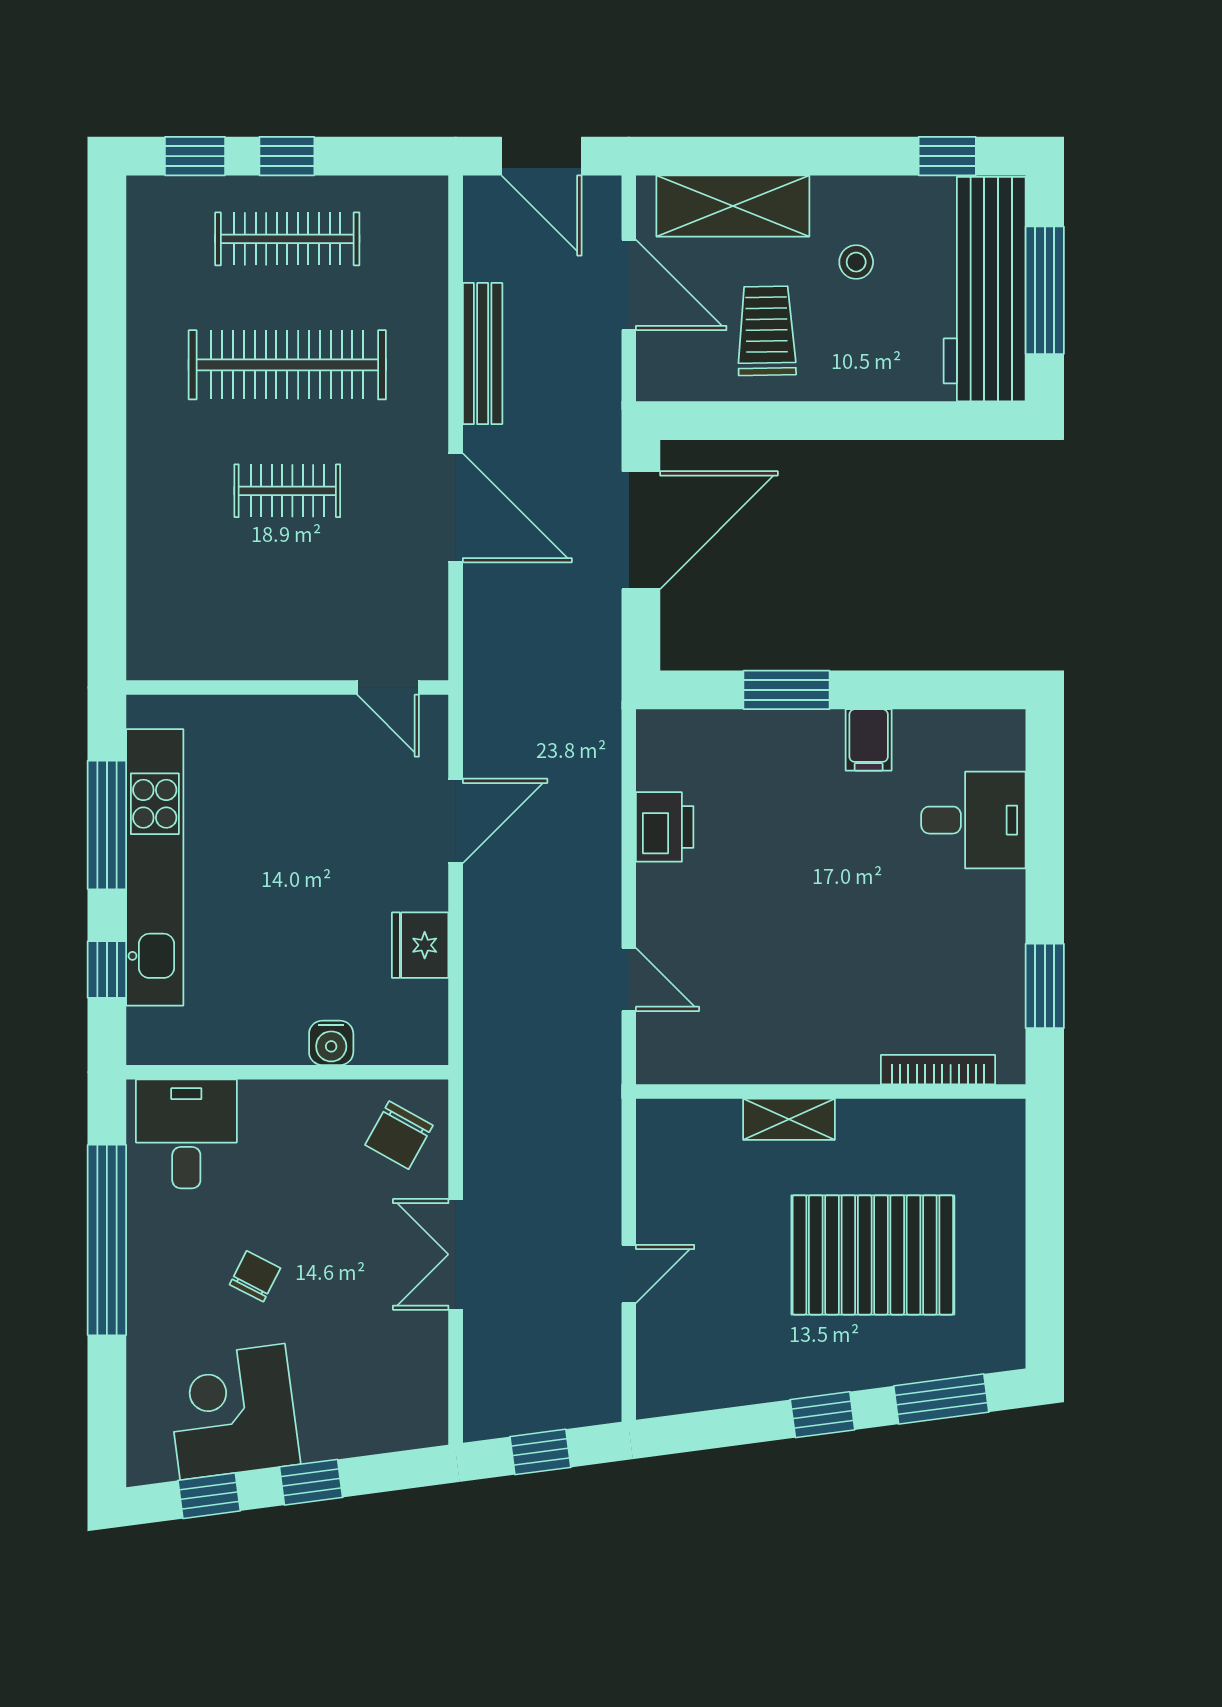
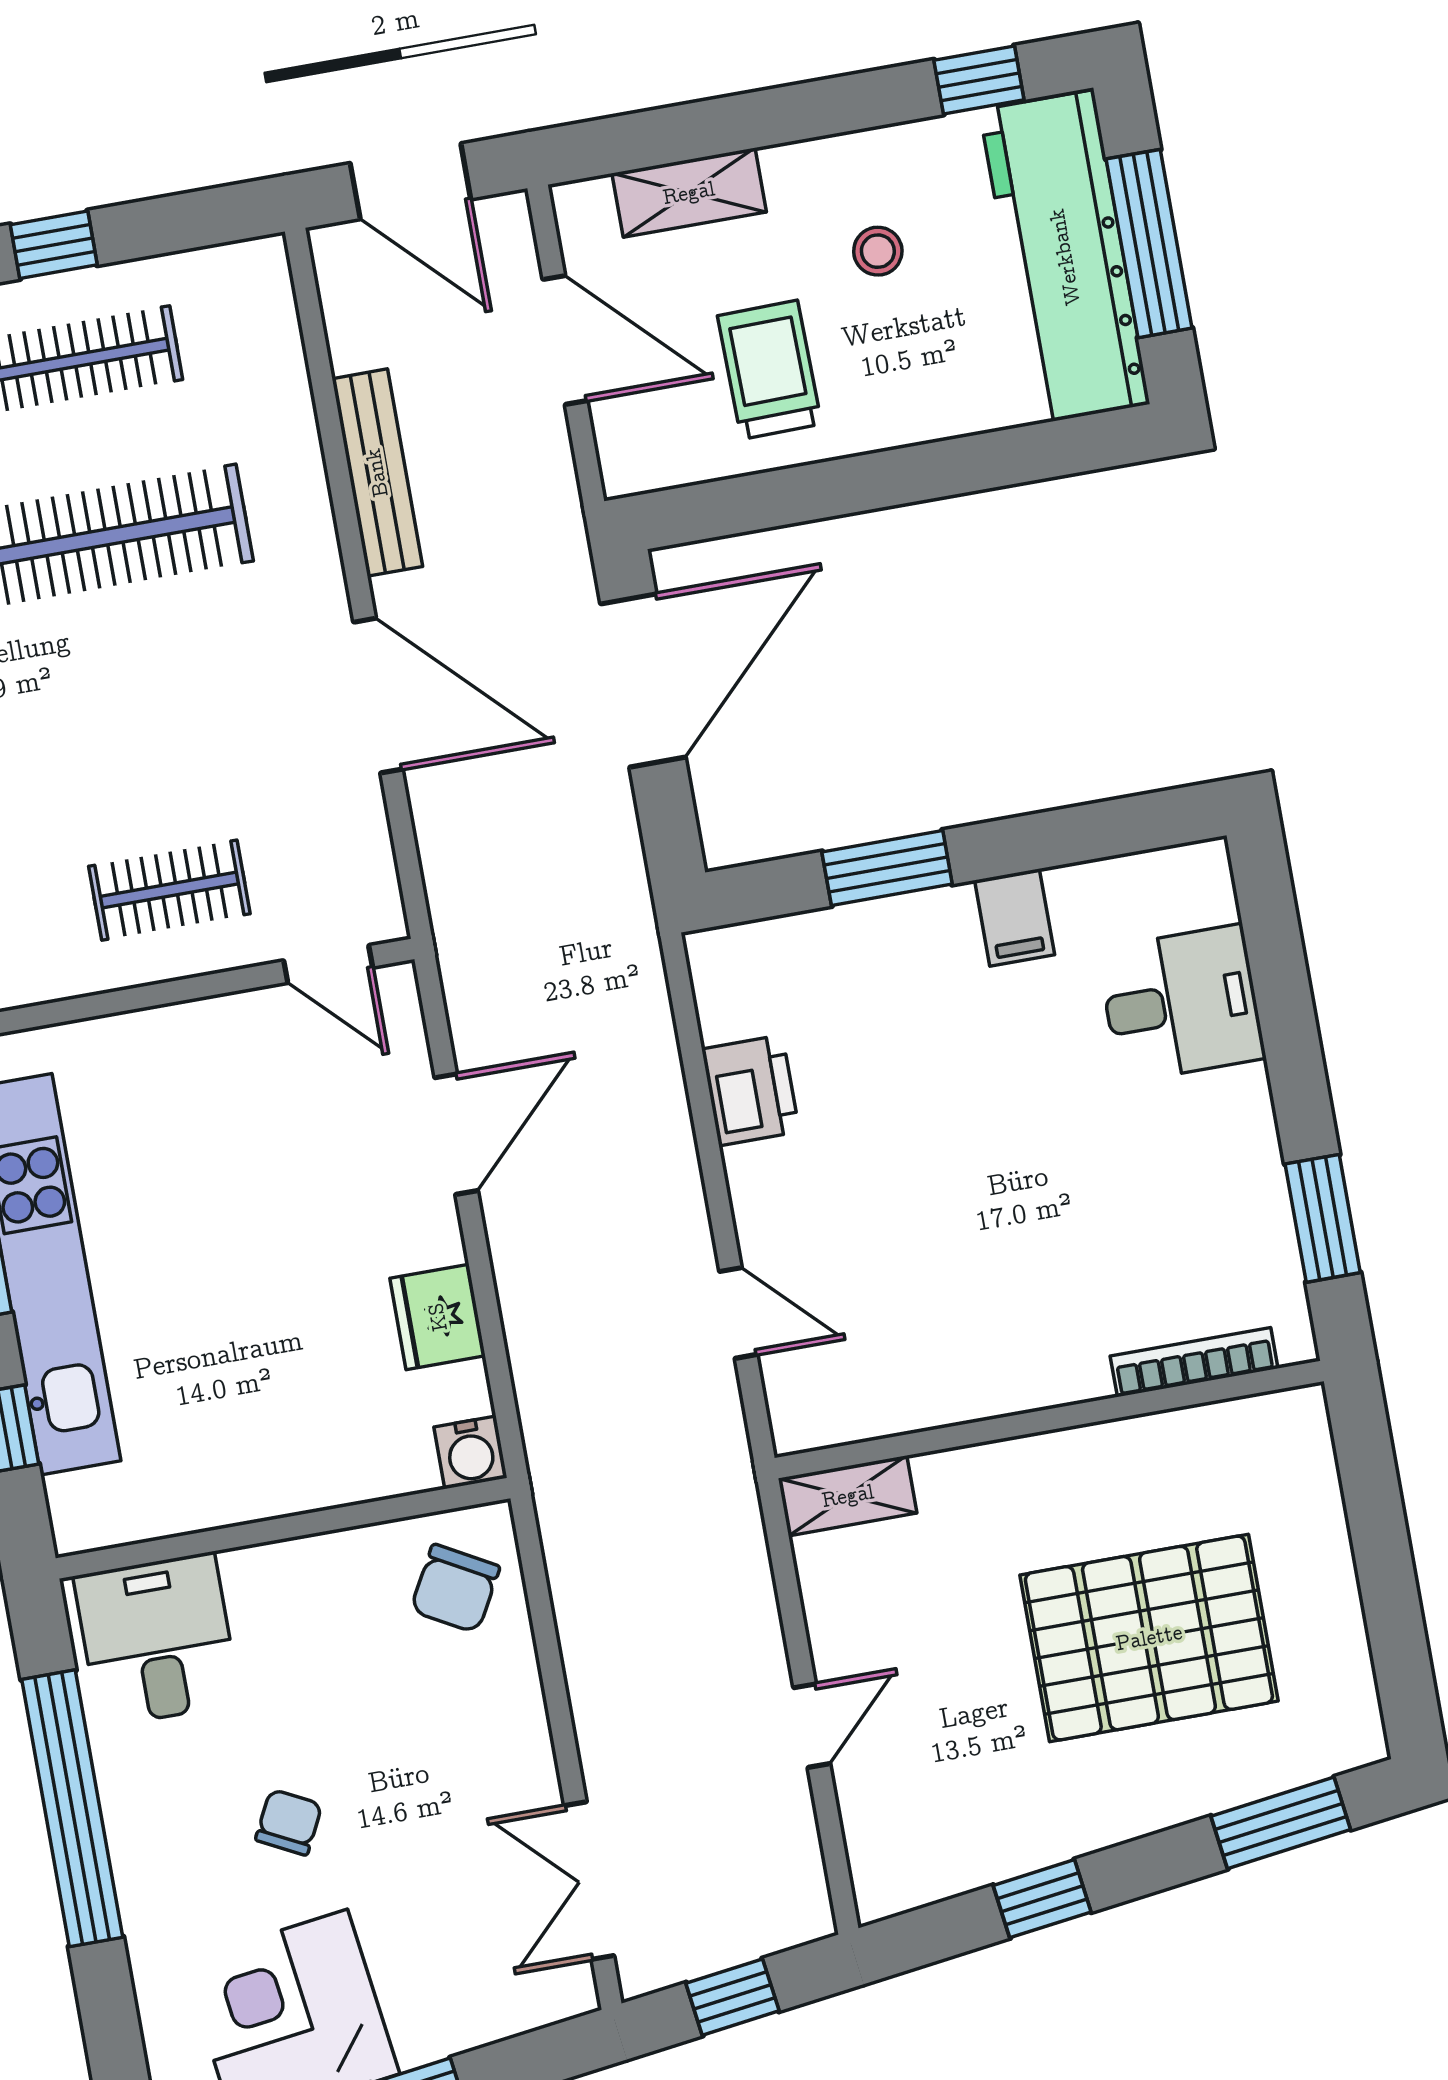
shelving: (733, 206) -> (689, 193), width x0.67, depth x0.75
clothes rail: (287, 491) -> (169, 890), moved
water cooler: (331, 1043) -> (470, 1452), moved
shelving: (789, 1119) -> (848, 1496), moved
double door: (456, 1254) -> (589, 1881), moved
window: (823, 1415) -> (1042, 1899), moved

